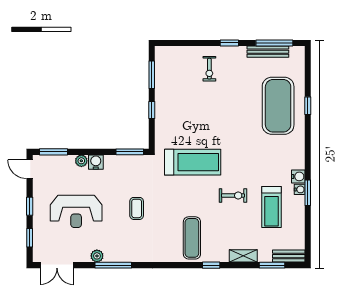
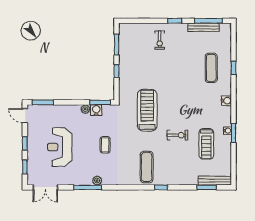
exercise mat: (278, 106) -> (211, 68), width x0.50, depth x0.69
plant: (81, 161) -> (85, 109), moved
water cooler: (96, 162) -> (96, 110), moved
treadmill: (193, 162) -> (147, 110), turned -90
water cooler: (298, 176) -> (226, 101), moved
reception desk: (76, 211) -> (60, 147), turned 90
plant: (97, 256) -> (97, 181), moved
shelving: (243, 256) -> (185, 181), removed
bench: (289, 256) -> (215, 181), width x1.36

